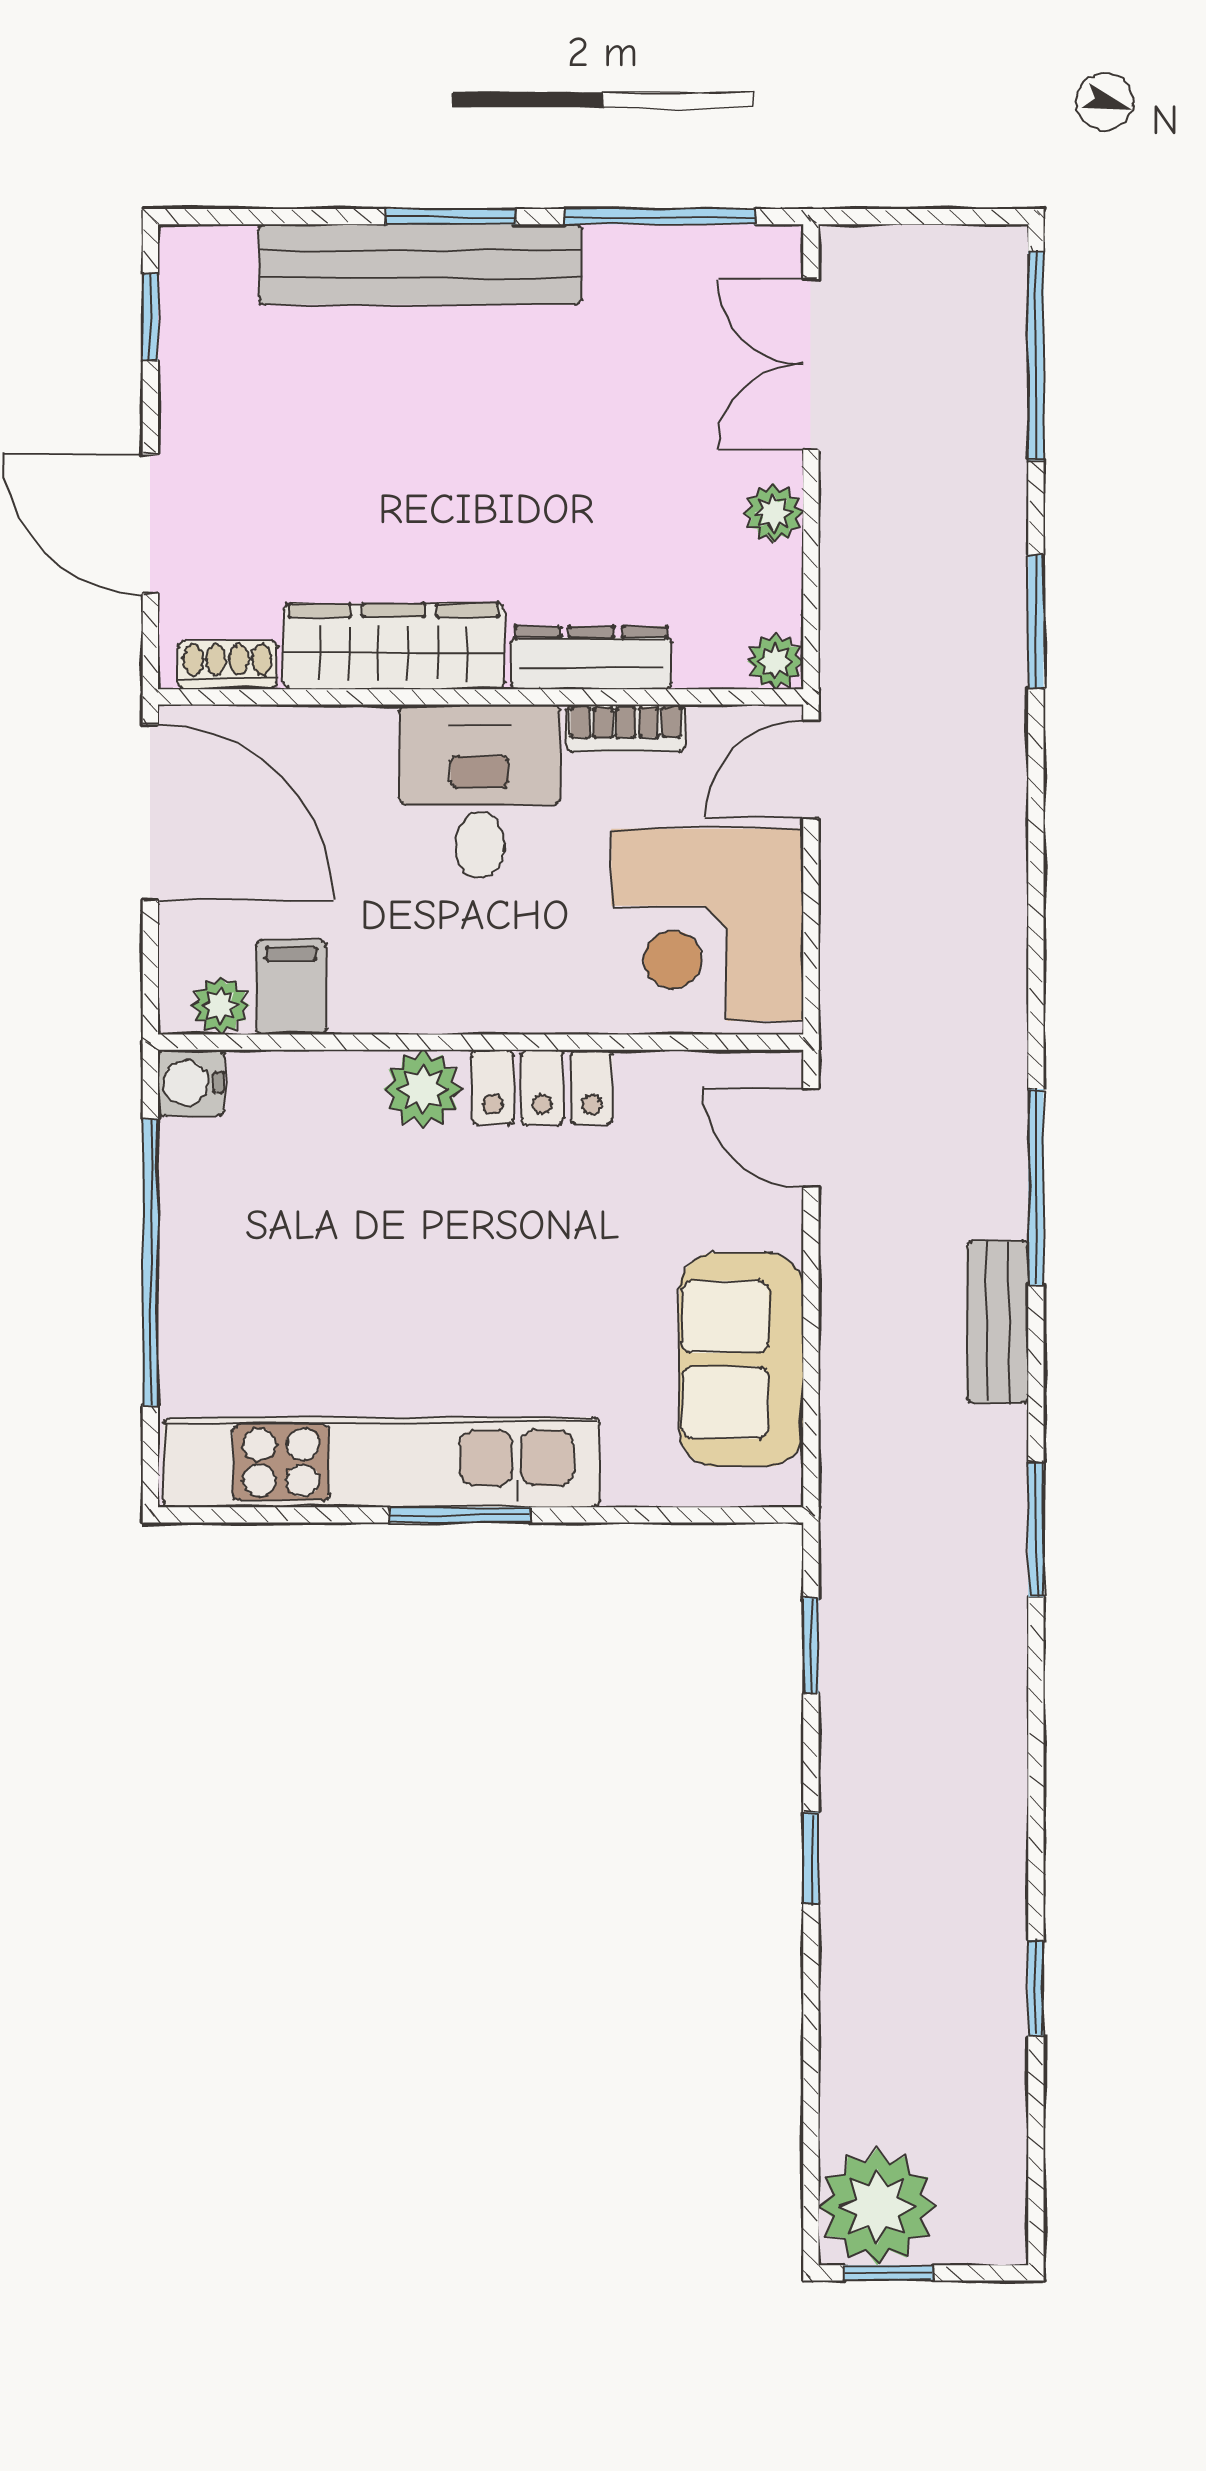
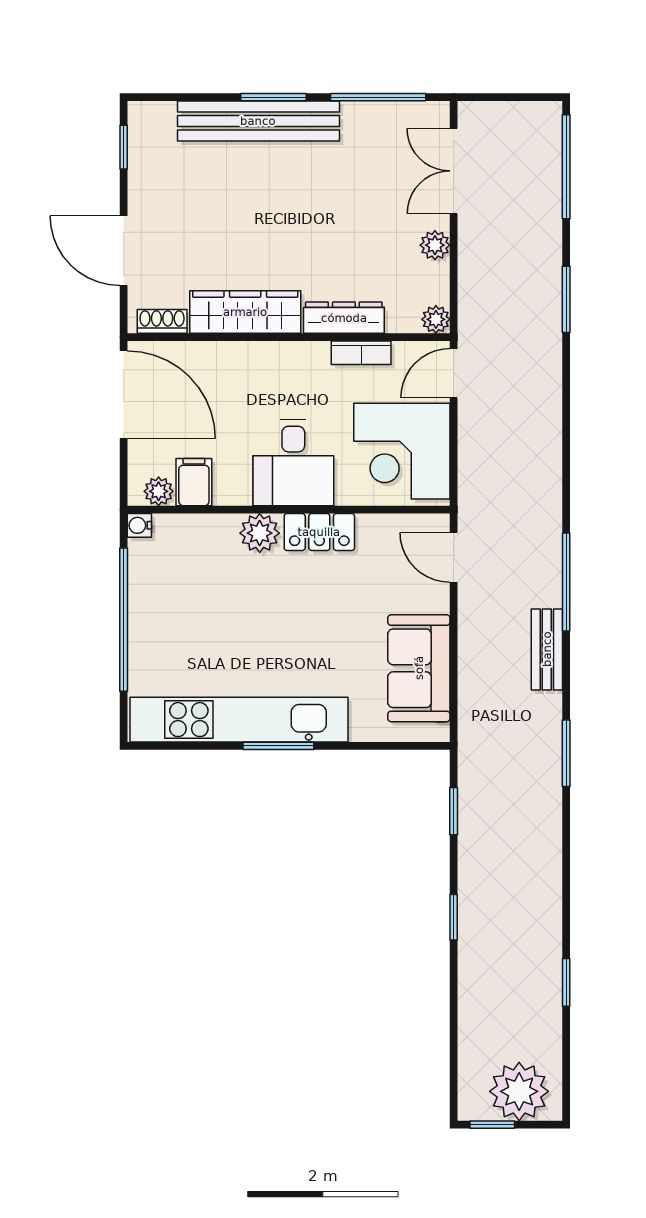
desk: (480, 791) -> (293, 462), moved, turned 180
water cooler: (191, 1083) -> (139, 525), width x0.72, depth x0.72
plant: (877, 2207) -> (519, 1091), moved

